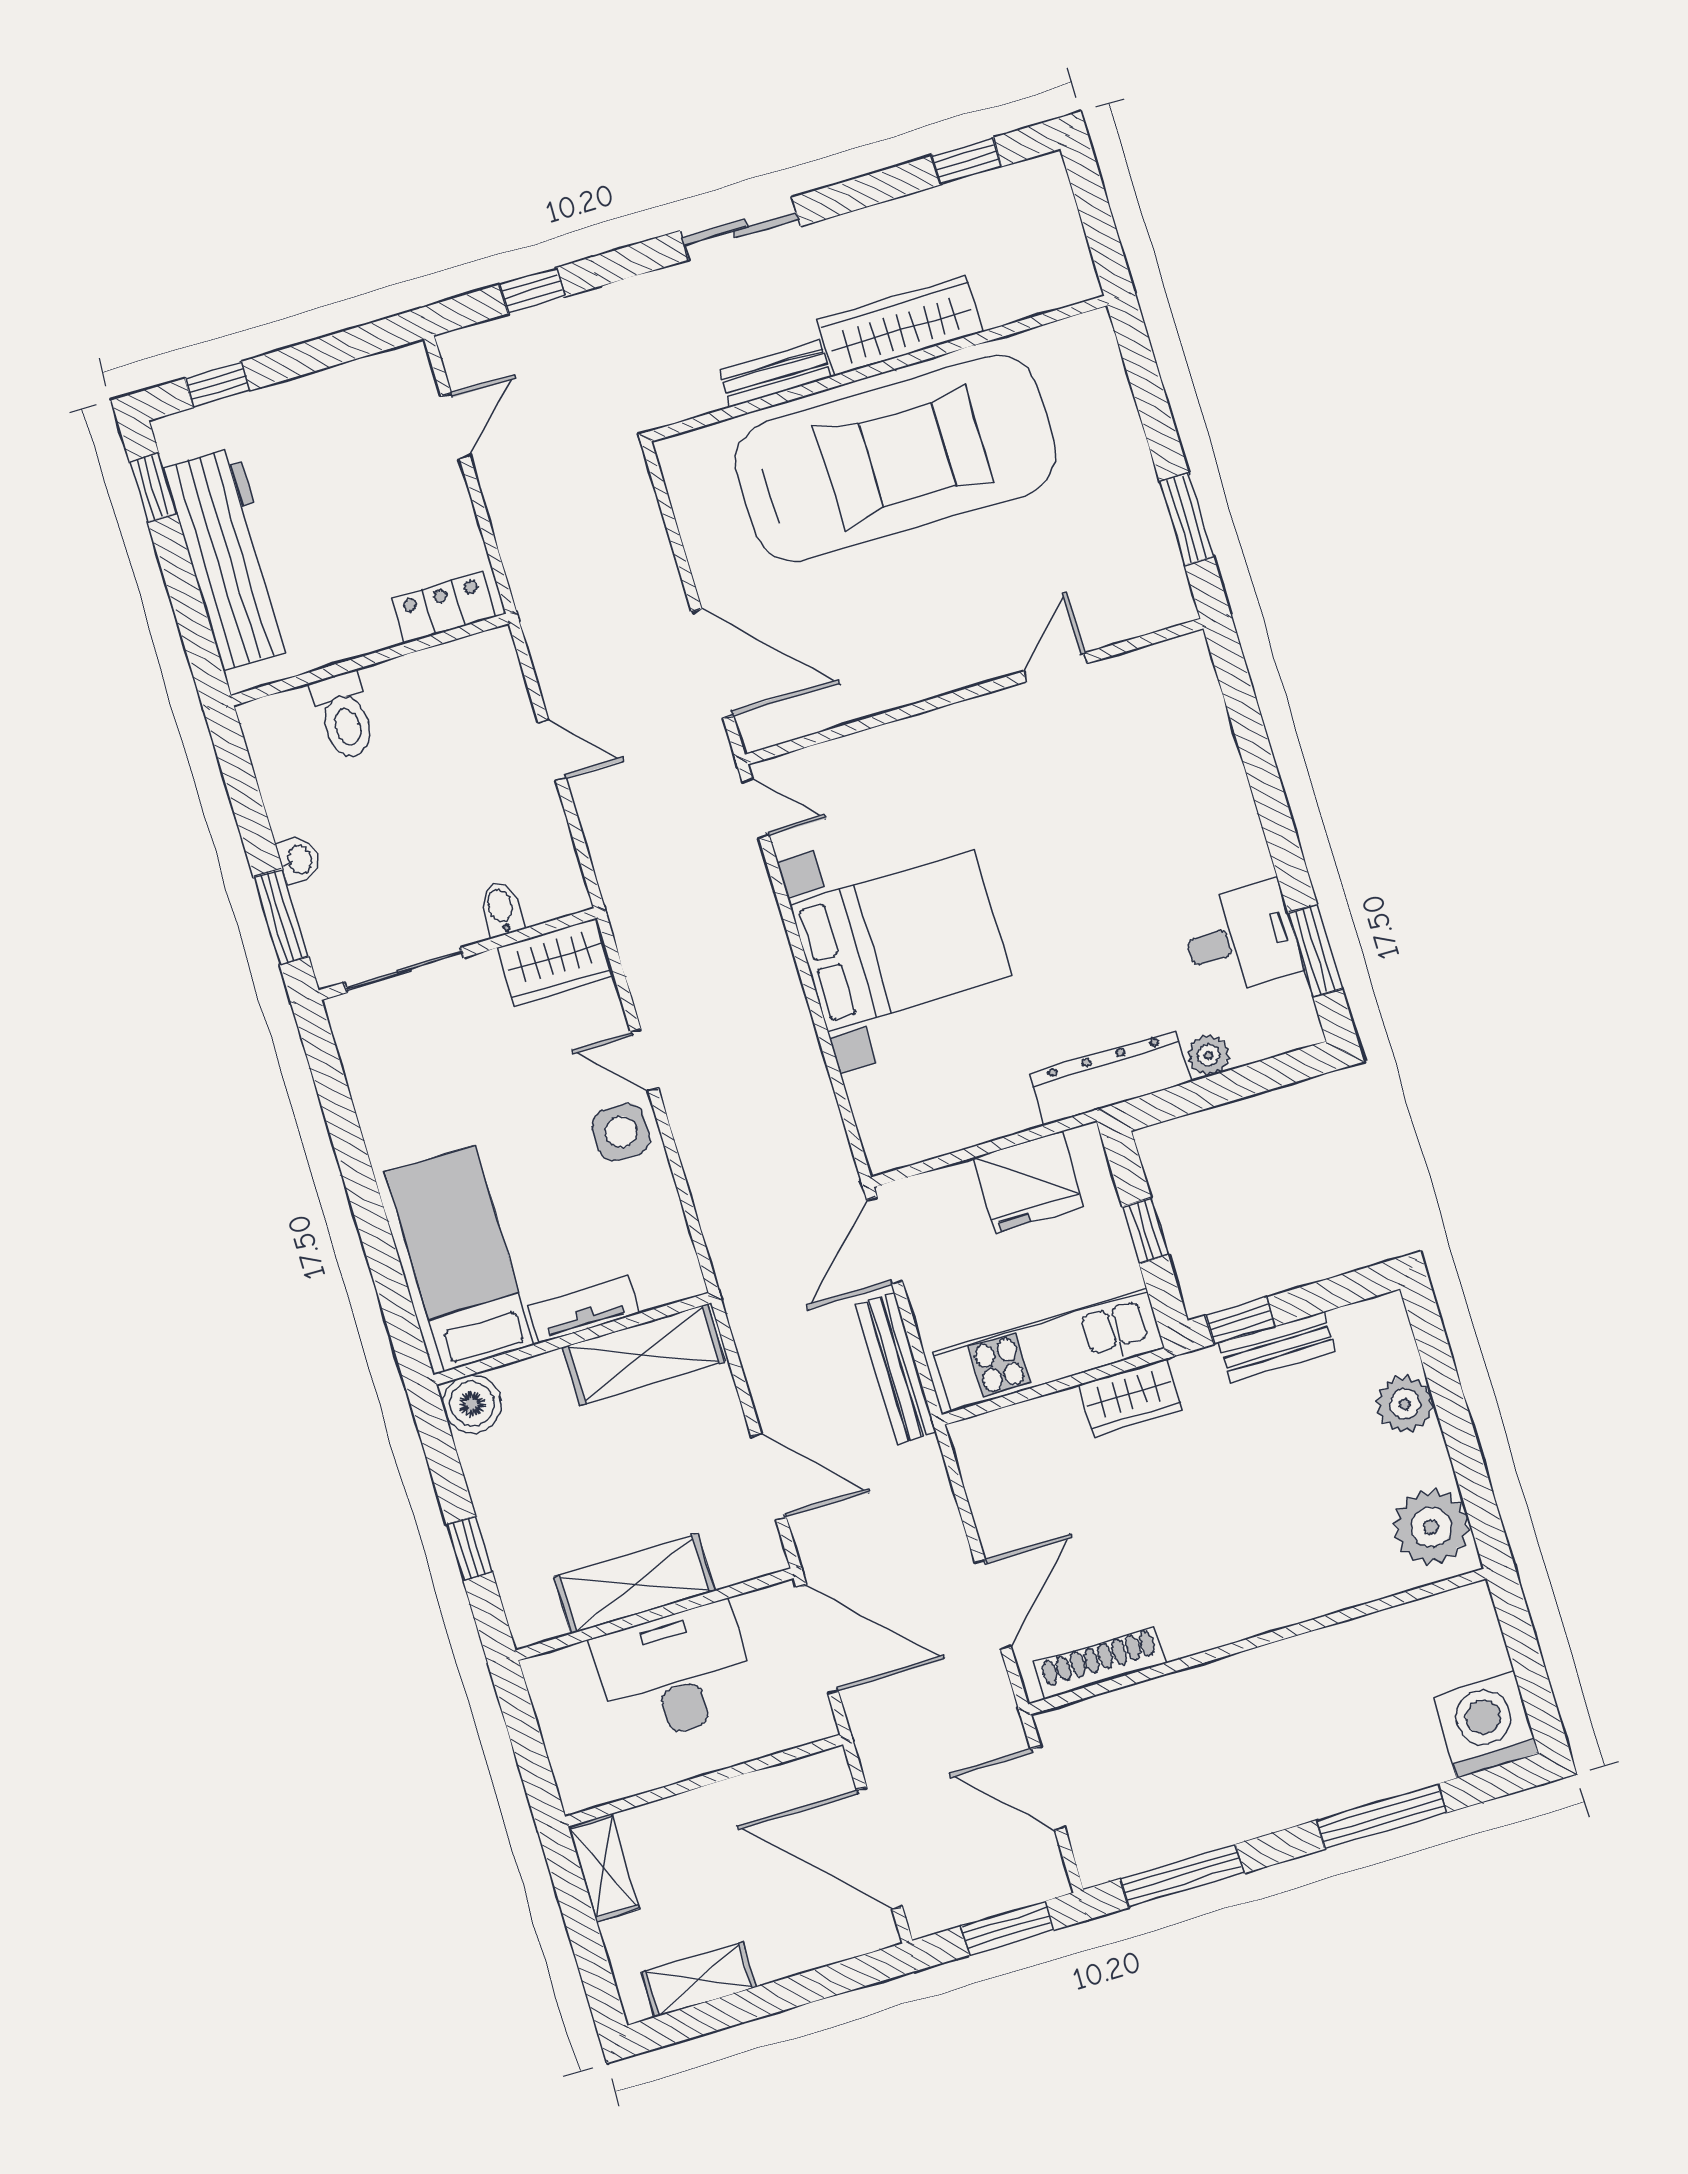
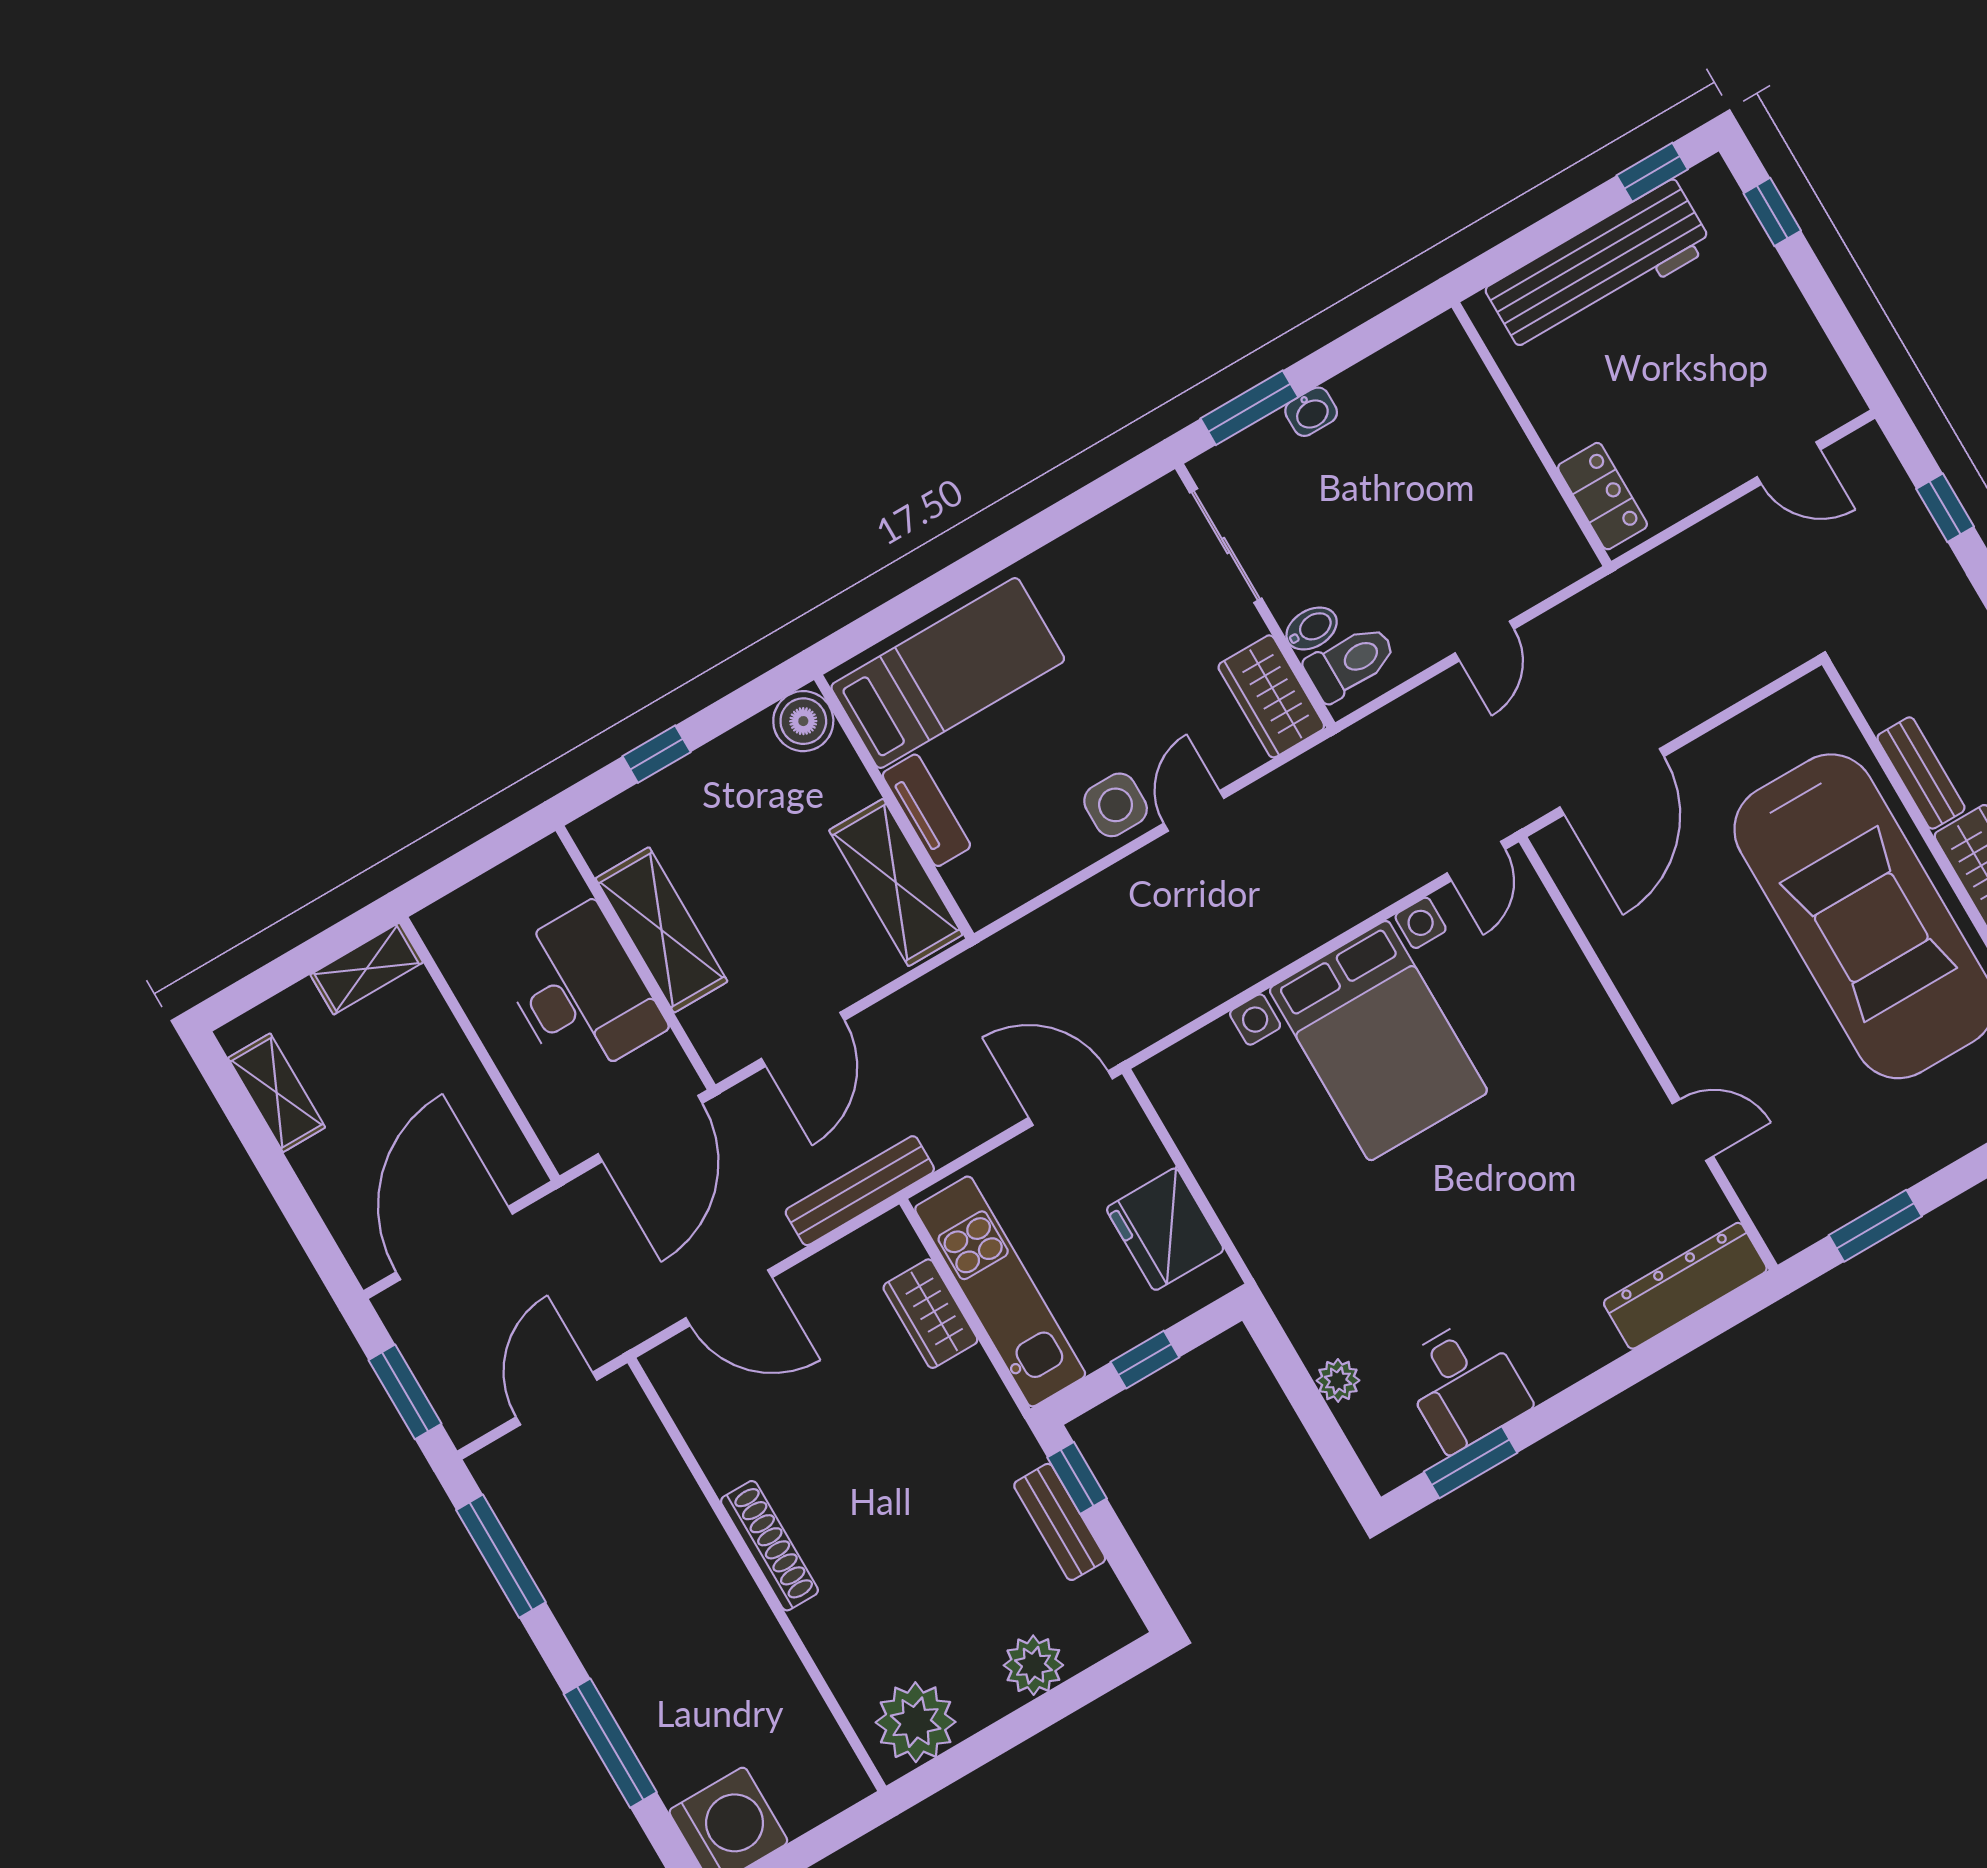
toilet: (344, 716) -> (1350, 662), moved, turned 180
dresser: (1109, 1078) -> (1685, 1286), moved, turned -90
bench: (896, 1368) -> (860, 1191), moved
wardrobe: (1130, 1397) -> (930, 1314), moved
shoe rack: (1100, 1663) -> (769, 1546), moved

